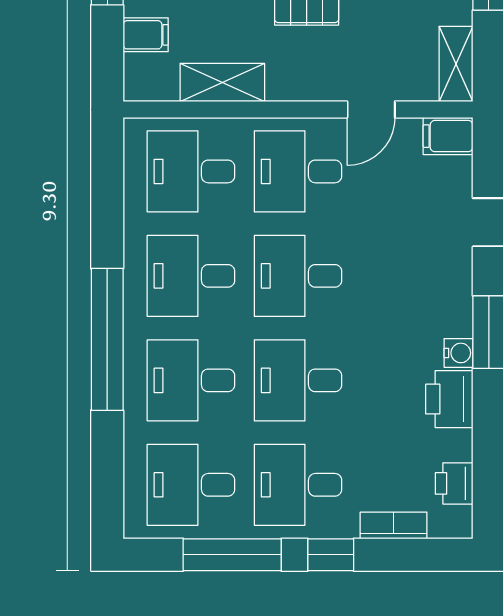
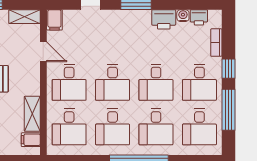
filing cabinet: (146, 35) -> (31, 140), moved, turned -90
water cooler: (458, 353) -> (183, 16), moved

